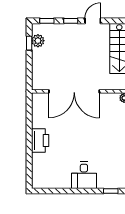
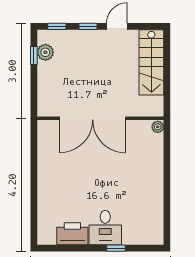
printer: (40, 140) -> (72, 234), moved, turned -90
window: (111, 191) -> (116, 248), moved

